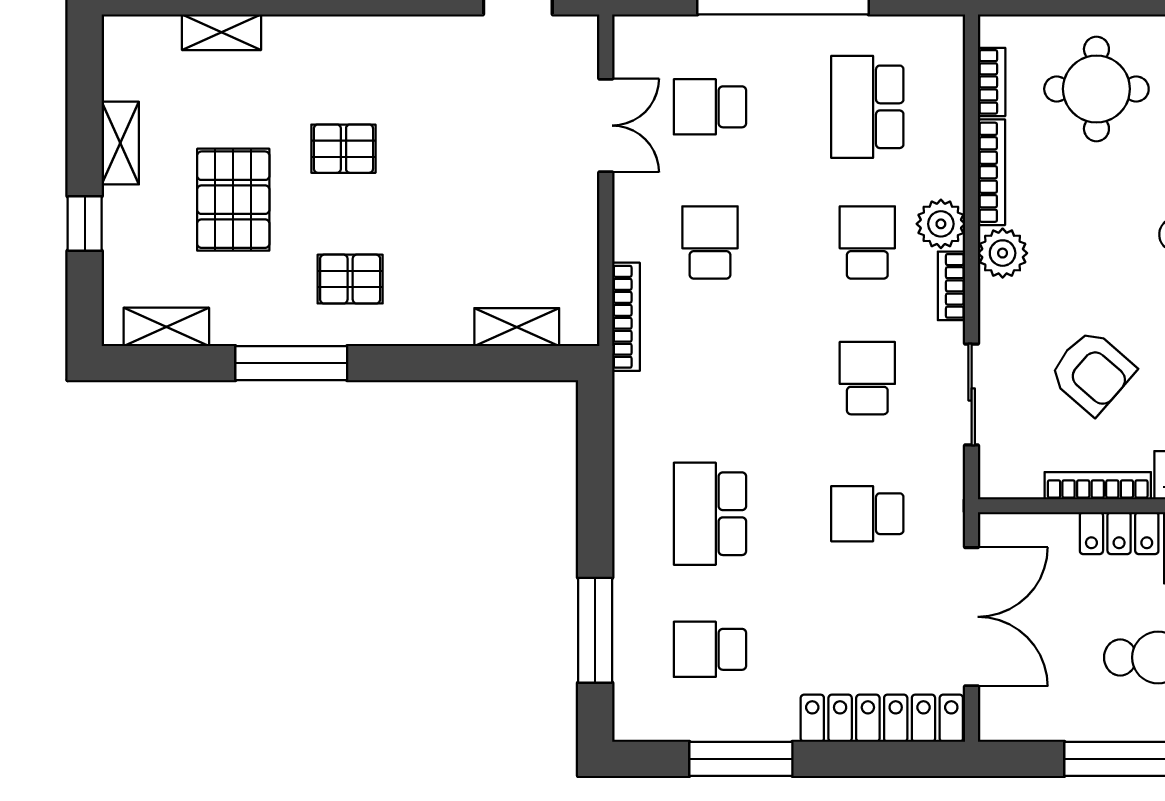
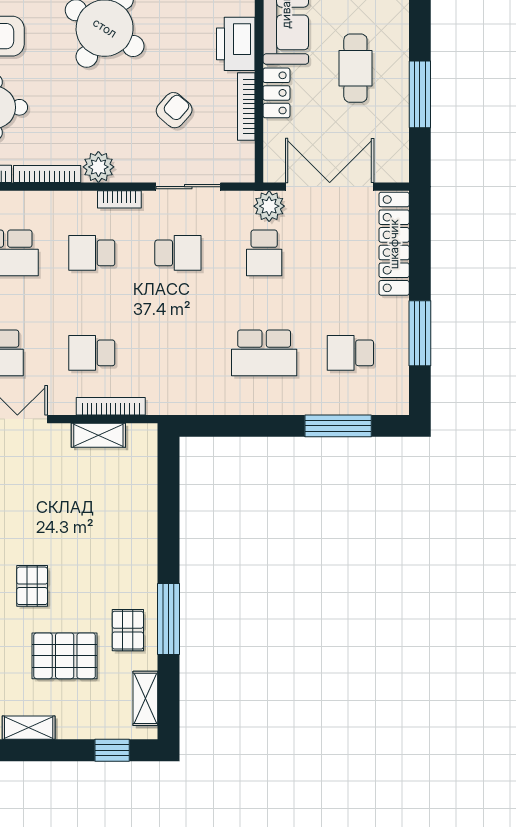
window: (85, 224) -> (112, 750), moved
plant: (941, 224) -> (269, 206), moved
pallet: (350, 279) -> (128, 630), moved
bookcase: (626, 317) -> (111, 406), moved
shelving: (517, 327) -> (98, 435), moved, turned 90
armchair: (1092, 372) -> (174, 110), width x0.72, depth x0.72
school desk: (867, 378) -> (178, 253), turned 180
school desk: (710, 649) -> (350, 353), turned 90

